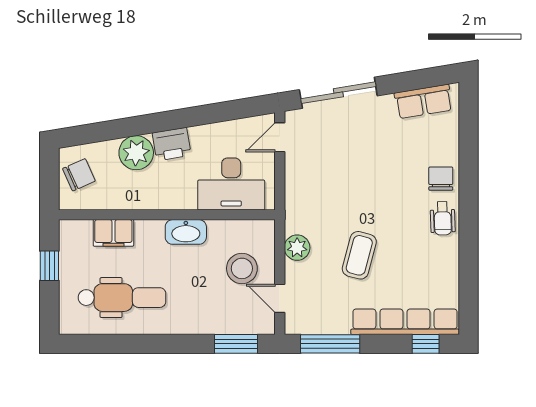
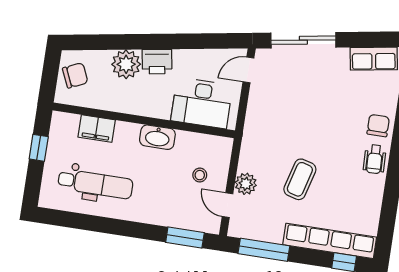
plant: (297, 248) -> (246, 184), moved
stool: (242, 268) -> (200, 175), width x0.53, depth x0.53

